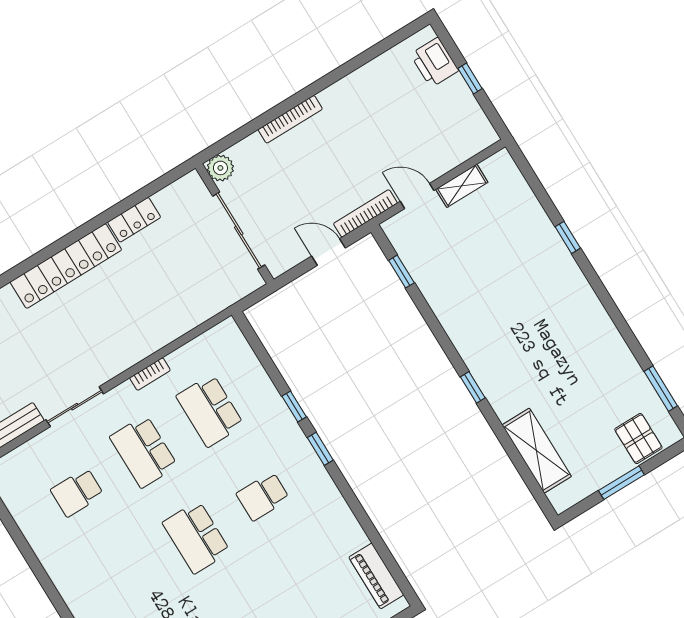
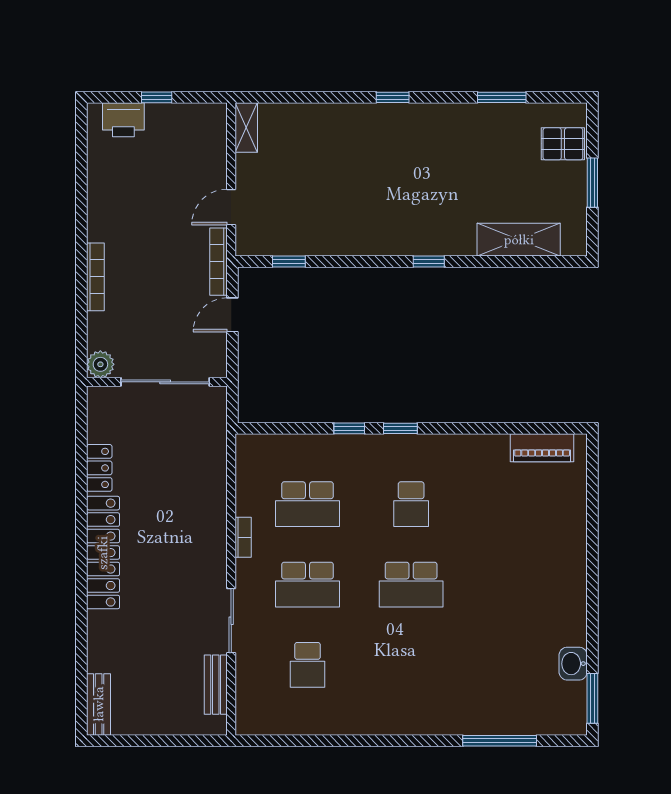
shelving: (462, 186) -> (246, 128), moved
window: (568, 237) -> (393, 97), moved
window: (661, 389) -> (502, 97), moved

